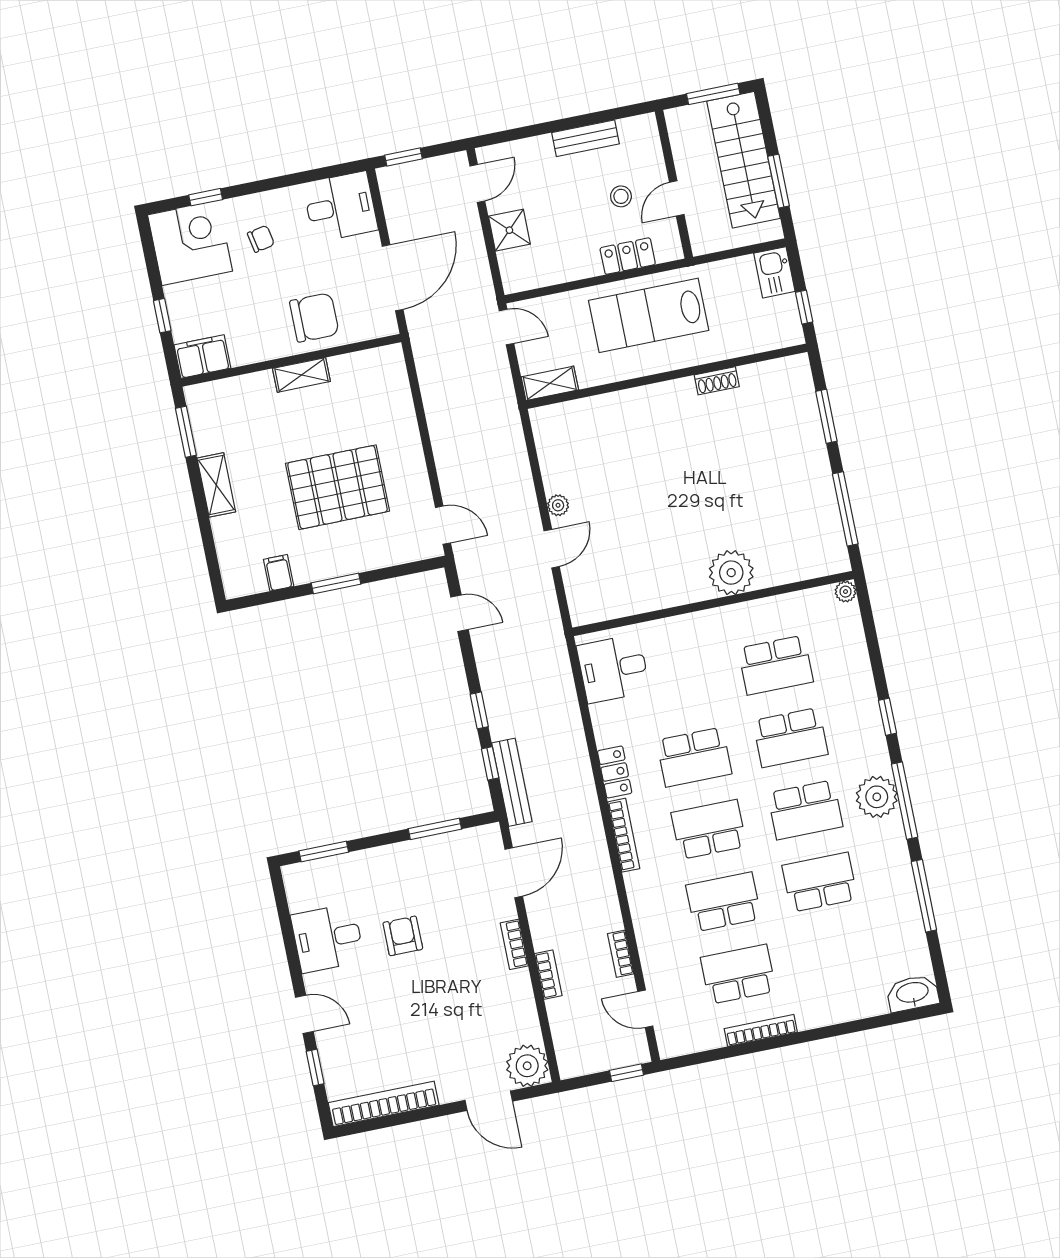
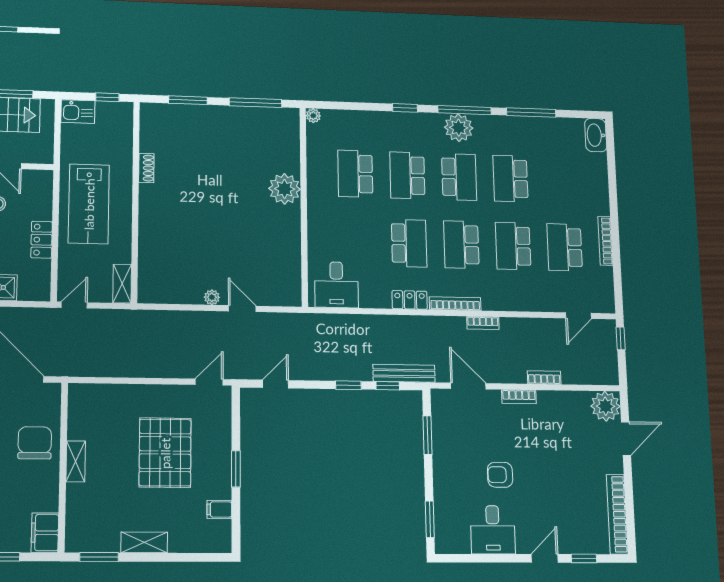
locker: (628, 256) -> (42, 240), moved
school desk: (776, 665) -> (355, 174), turned 180
school desk: (790, 737) -> (407, 175), turned 180
bookcase: (621, 954) -> (483, 323), moved

